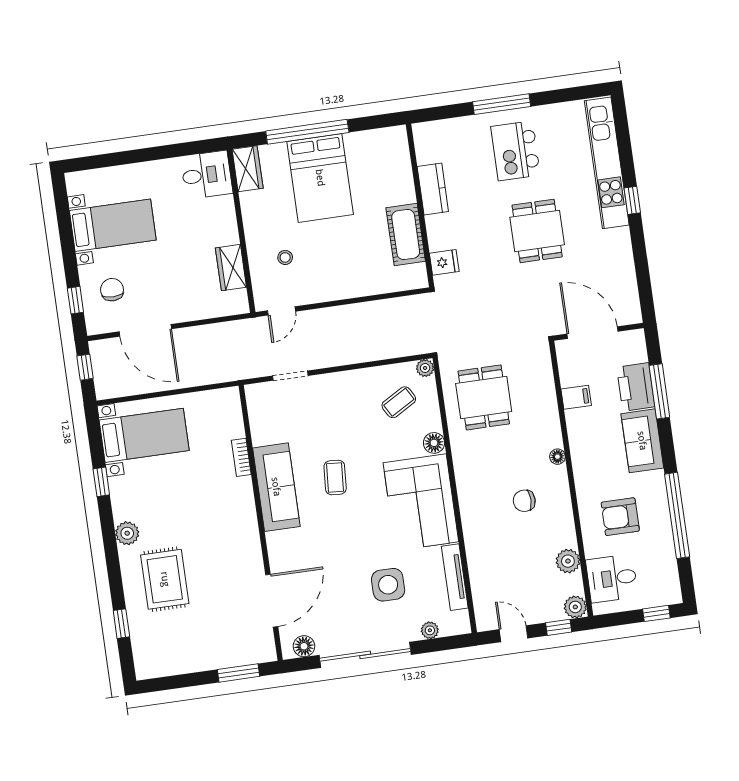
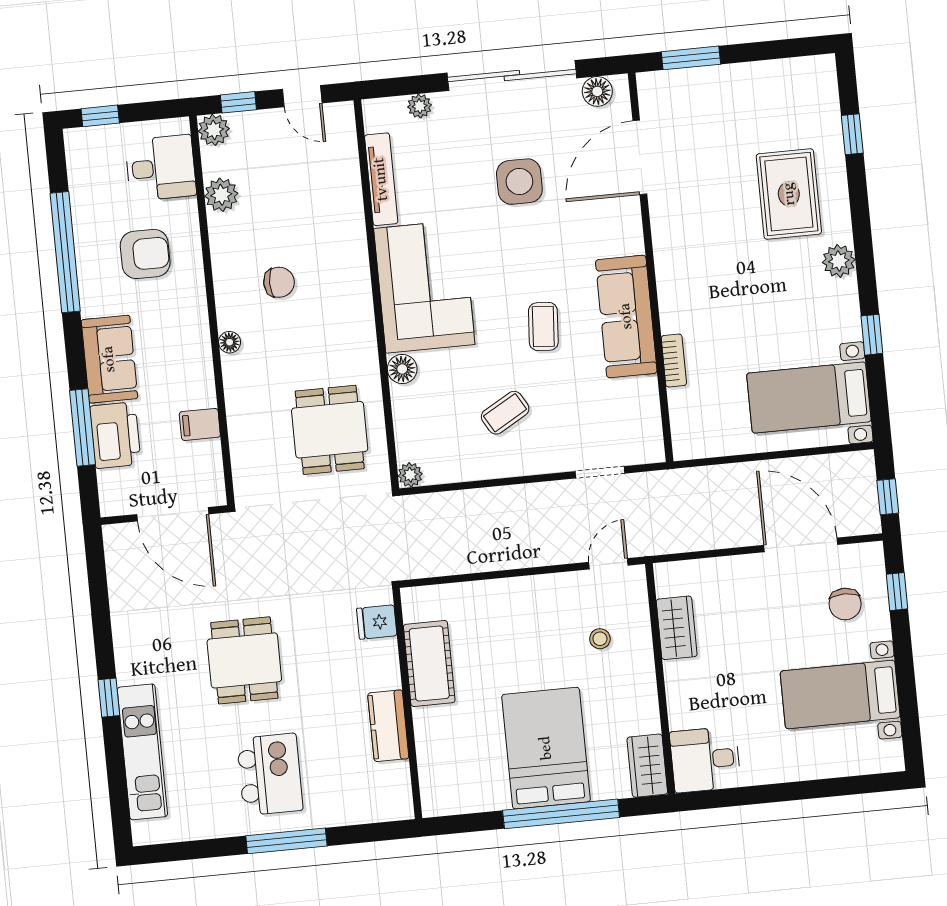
kitchen unit: (607, 163) -> (142, 752), width x0.73
coffee table: (399, 402) -> (505, 413), moved
side table: (388, 585) -> (519, 182), moved

